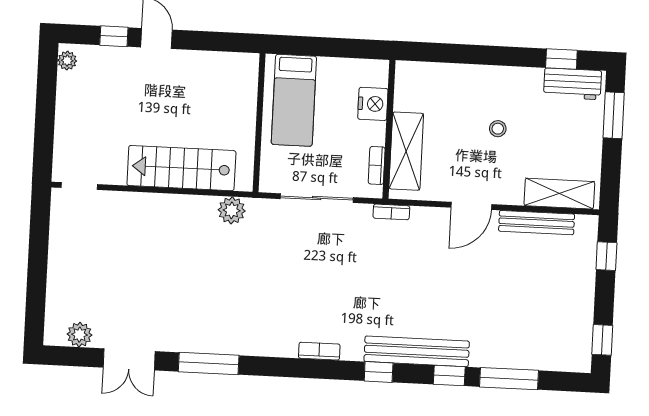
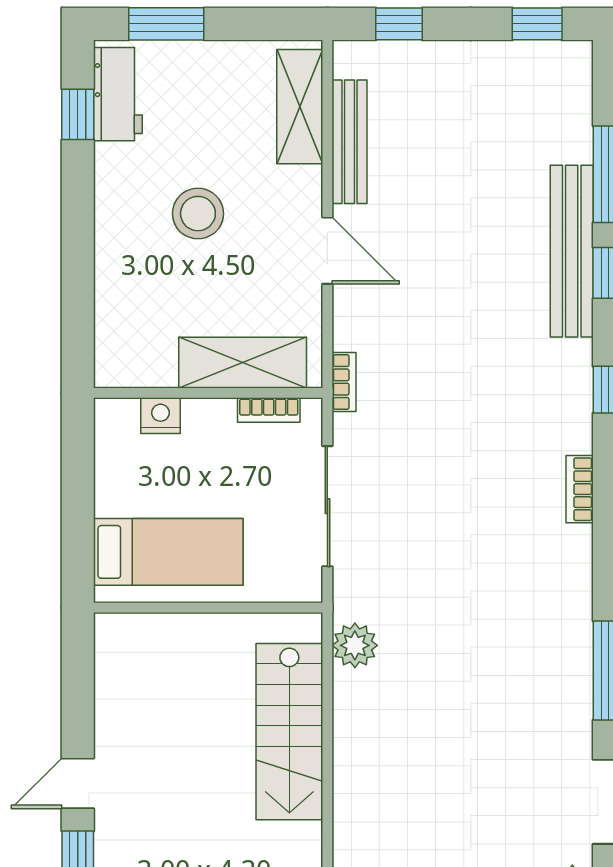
nightstand: (373, 104) -> (160, 416), width x0.74, depth x0.75
stool: (498, 129) -> (198, 214), width x1.89, depth x1.89
bench: (417, 351) -> (572, 251), moved

